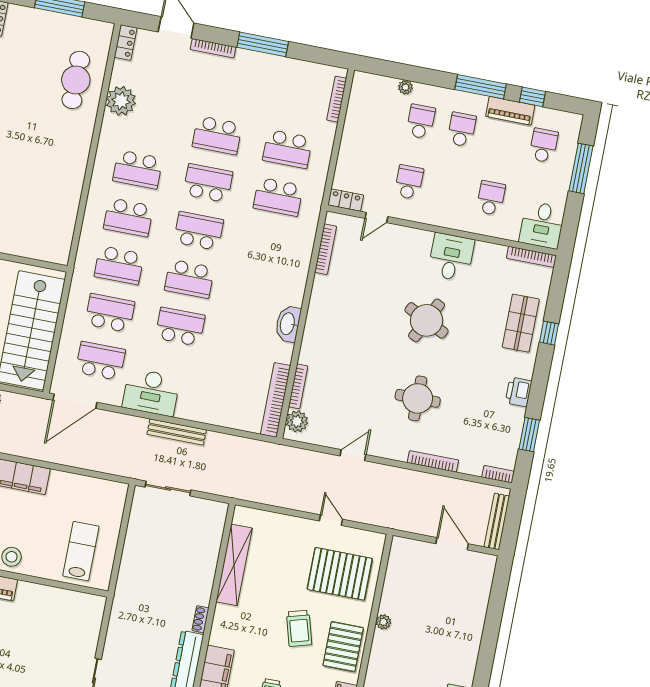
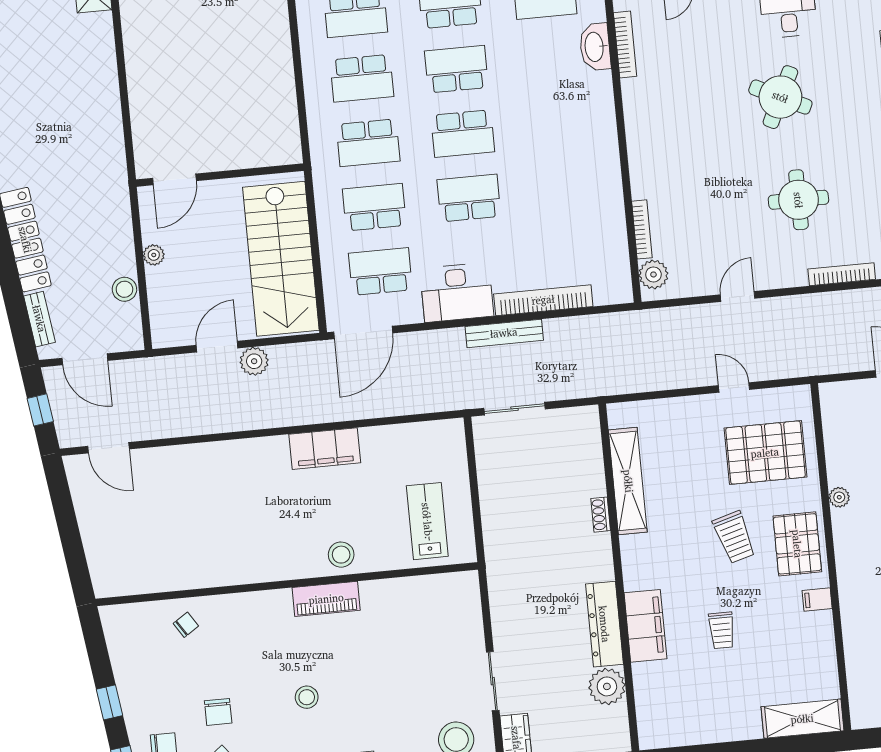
washbasin: (288, 324) -> (595, 47), moved
bookcase: (276, 400) -> (543, 300), moved, turned 90
shoe rack: (200, 619) -> (601, 515), moved

